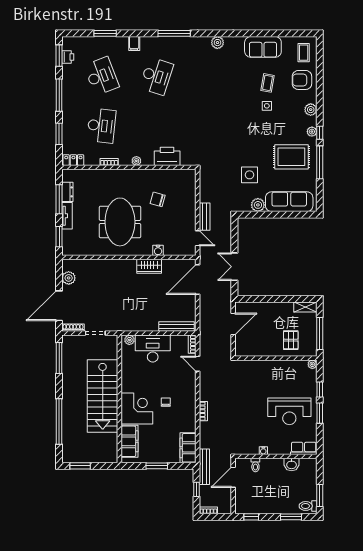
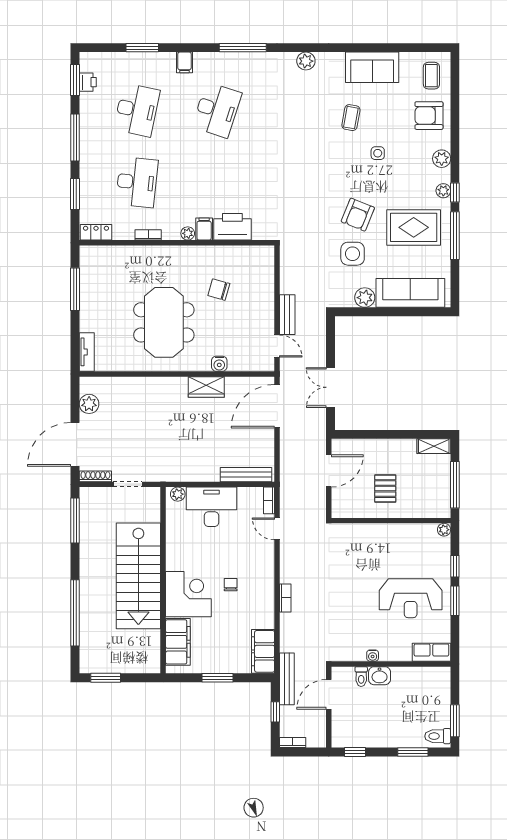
desk: (101, 76) -> (137, 110), turned 33
coffee table: (268, 83) -> (351, 118), moved
armchair: (253, 148) -> (358, 215), added
filing cabinet: (148, 158) -> (204, 229), added
dresser: (67, 192) -> (87, 279), removed
tv unit: (67, 216) -> (87, 352), moved
window: (59, 237) -> (75, 344), removed
pallet: (291, 340) -> (385, 489), moved
washbasin: (292, 465) -> (380, 676), moved

